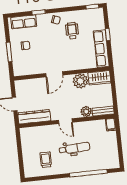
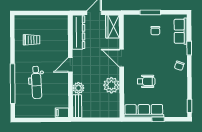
wheelchair: (72, 31) -> (146, 81), moved
wardrobe: (99, 78) -> (113, 26), moved
dental chair: (74, 148) -> (36, 82), moved

